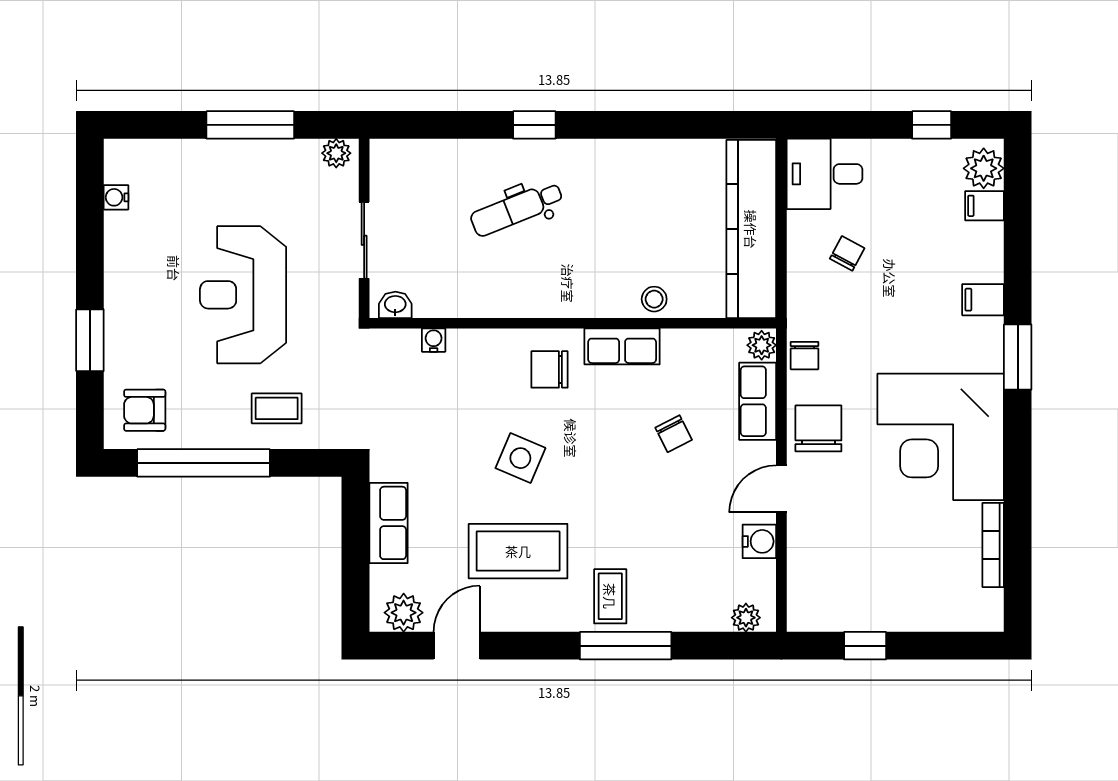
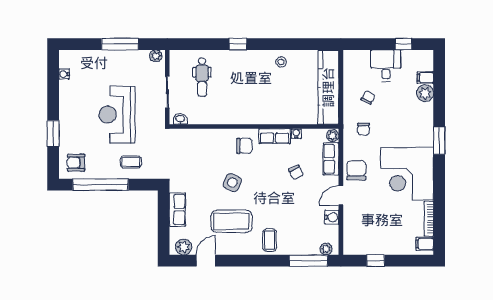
plant: (984, 168) -> (425, 93), moved
desk: (824, 174) -> (386, 66), moved, turned 90
dental chair: (517, 209) -> (202, 77), moved, turned -68
stool: (654, 299) -> (281, 62), moved
filing cabinet: (983, 300) -> (425, 244), moved
water cooler: (434, 340) -> (296, 134), moved
chair: (804, 356) -> (363, 129), moved
chair: (549, 369) -> (244, 146), turned 180
window: (626, 646) -> (308, 261), moved

